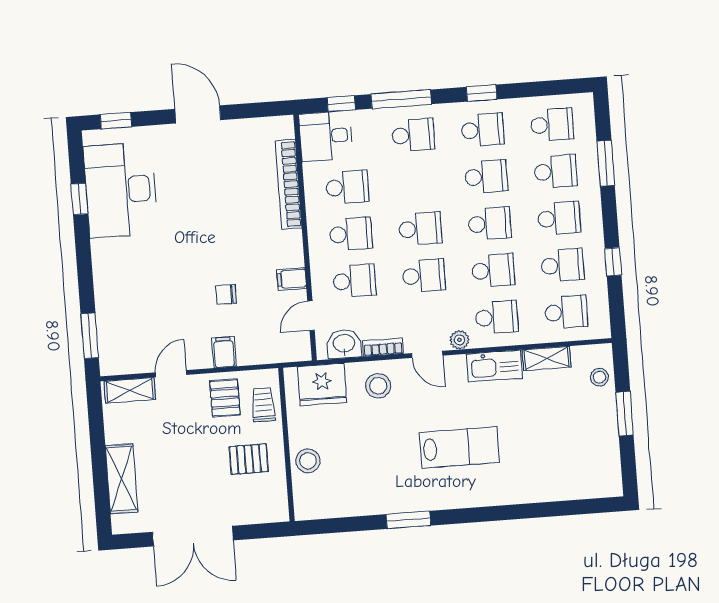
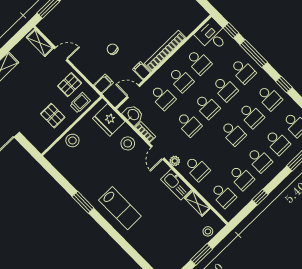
bookcase: (289, 184) -> (165, 51), moved
school desk: (493, 270) -> (225, 89), moved
filing cabinet: (224, 352) -> (103, 84), moved
lab bench: (459, 448) -> (120, 208), moved

